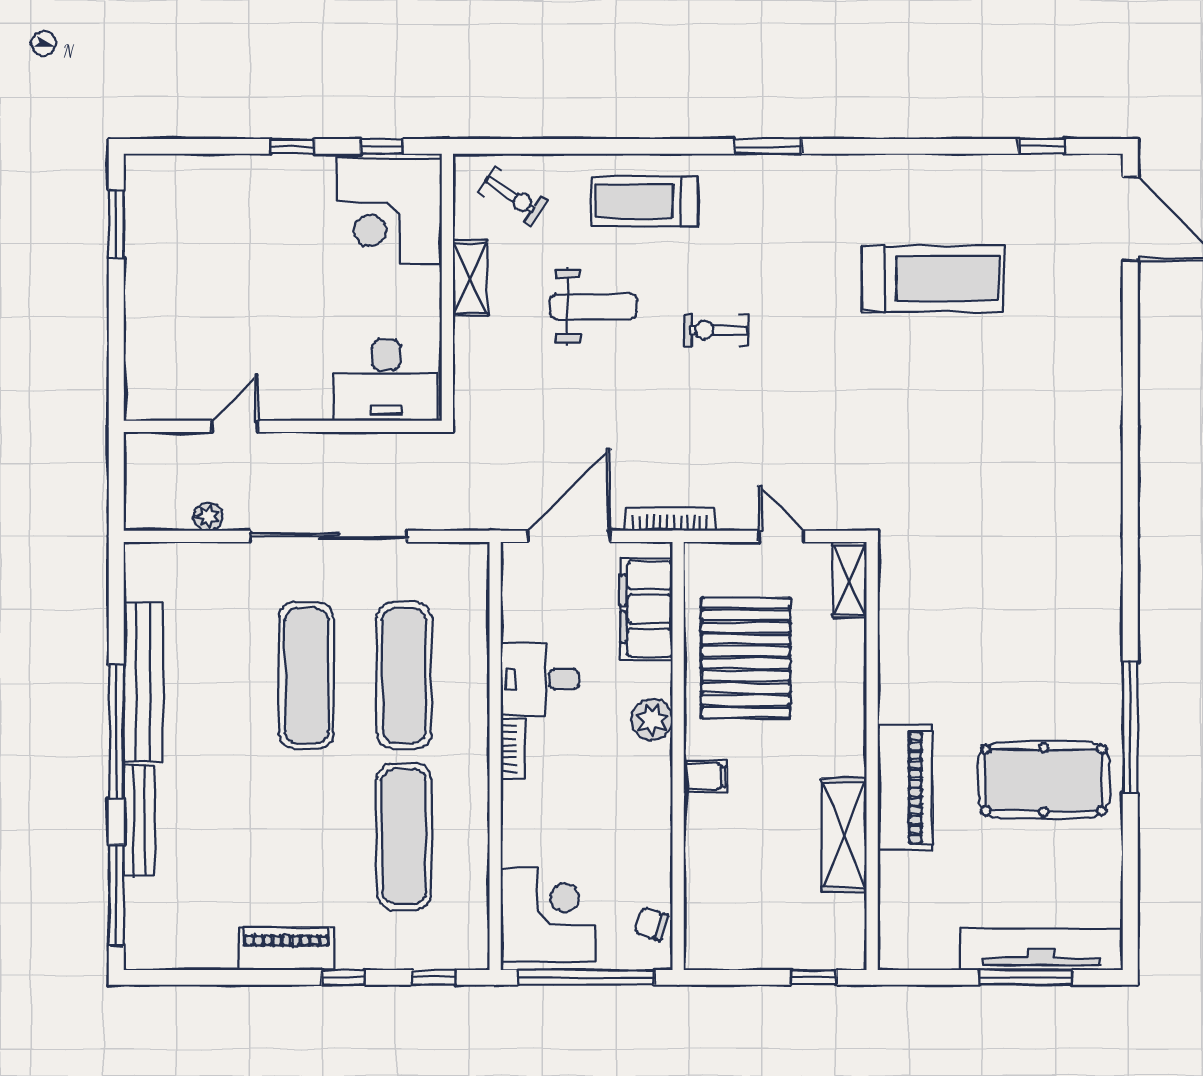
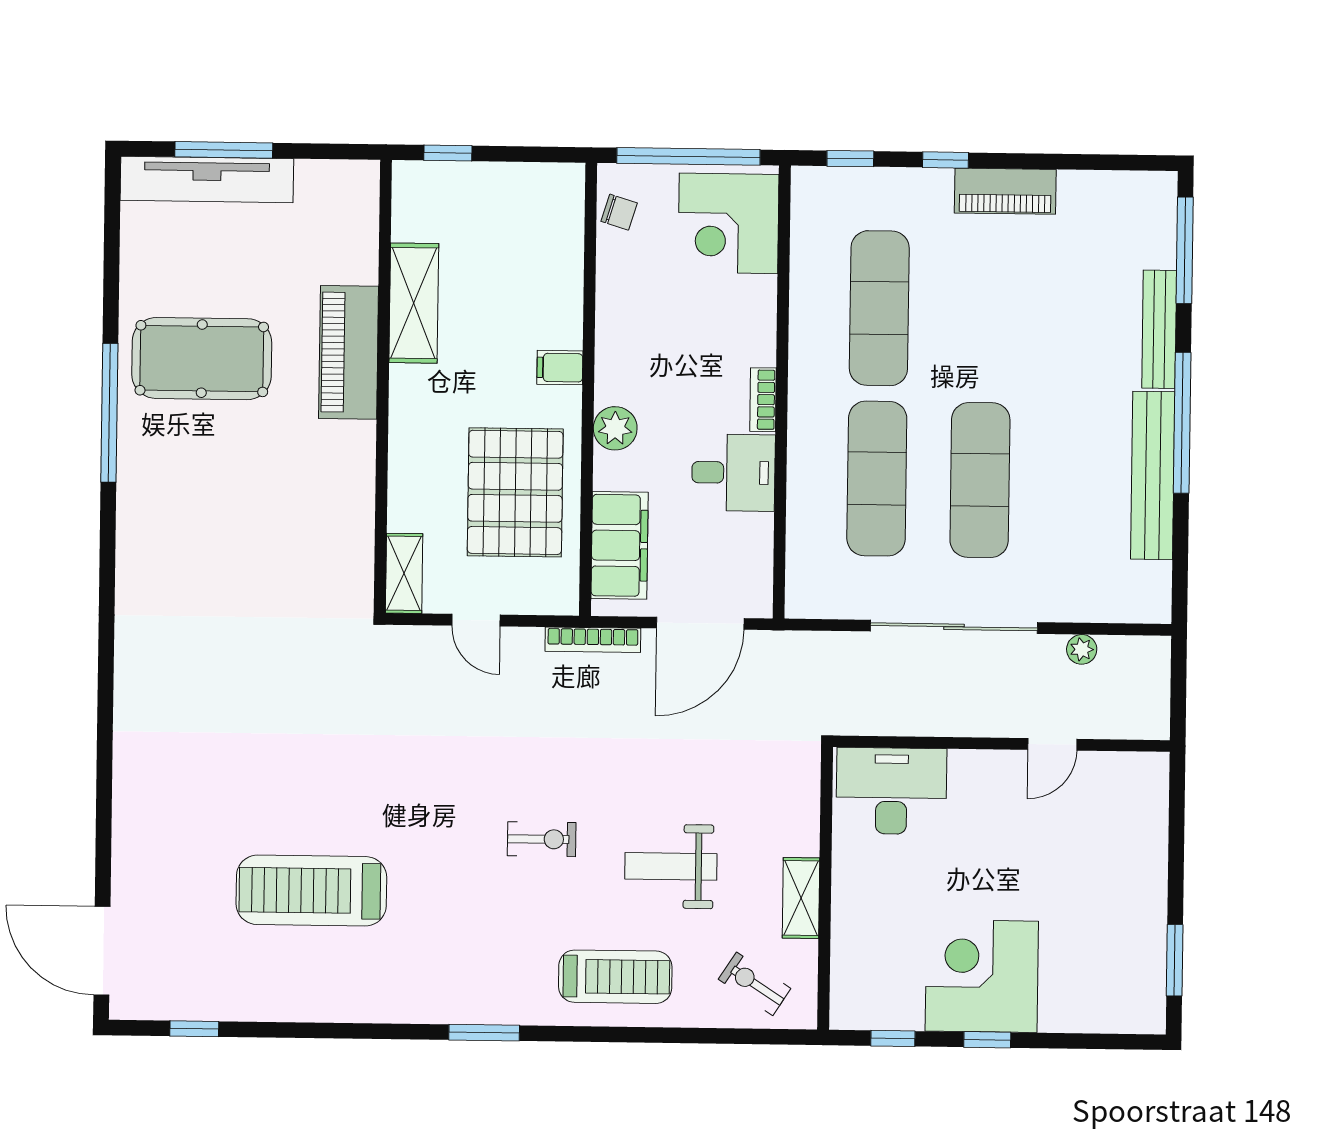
corner desk: (389, 211) -> (982, 976), moved, turned -90

